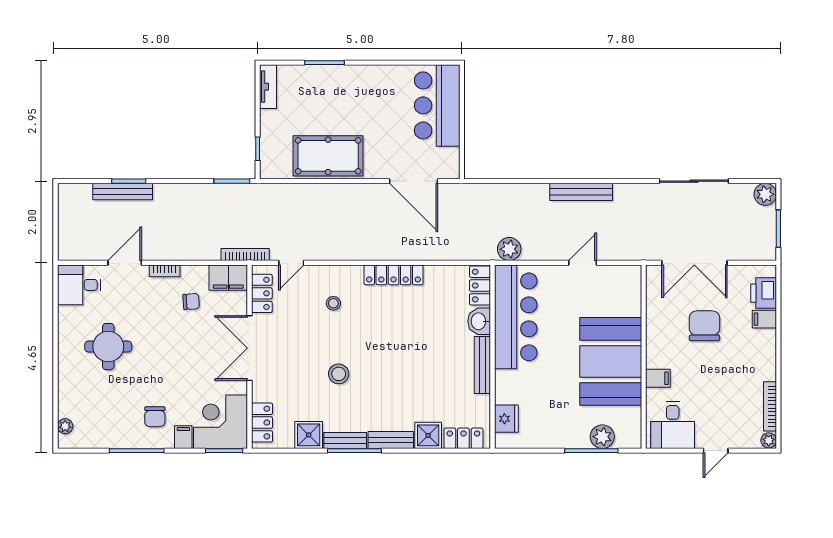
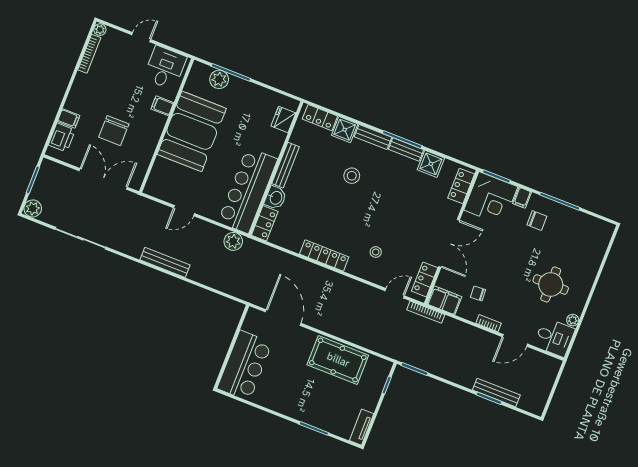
stool: (339, 374) -> (352, 176), moved
chair: (155, 417) -> (537, 221), turned 90
plant: (65, 426) -> (573, 320), moved

